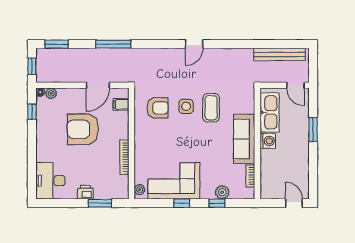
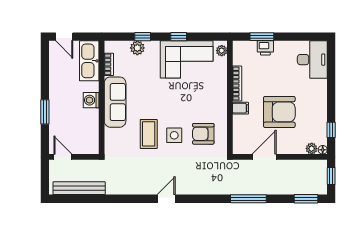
filing cabinet: (121, 104) -> (241, 108), moved
kitchen sink: (270, 112) -> (89, 61), moved
printer: (85, 192) -> (265, 48), moved

